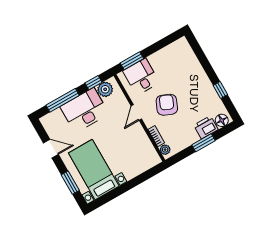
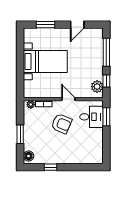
desk: (85, 110) -> (91, 64), removed
printer: (206, 127) -> (30, 142), removed
bed with nightstands: (94, 170) -> (45, 61), moved

